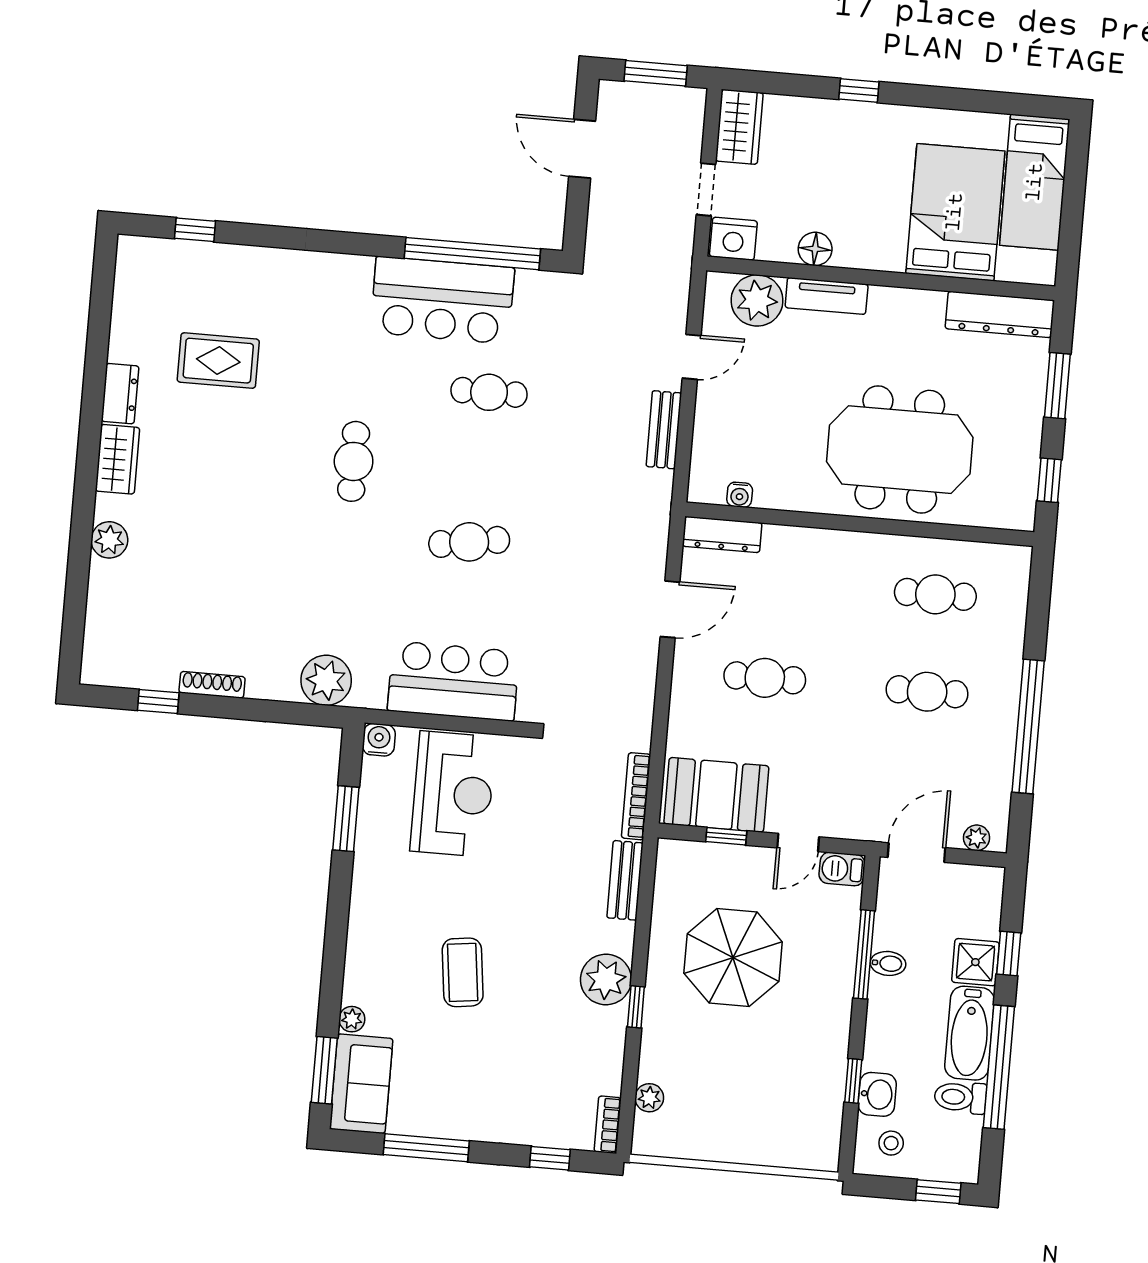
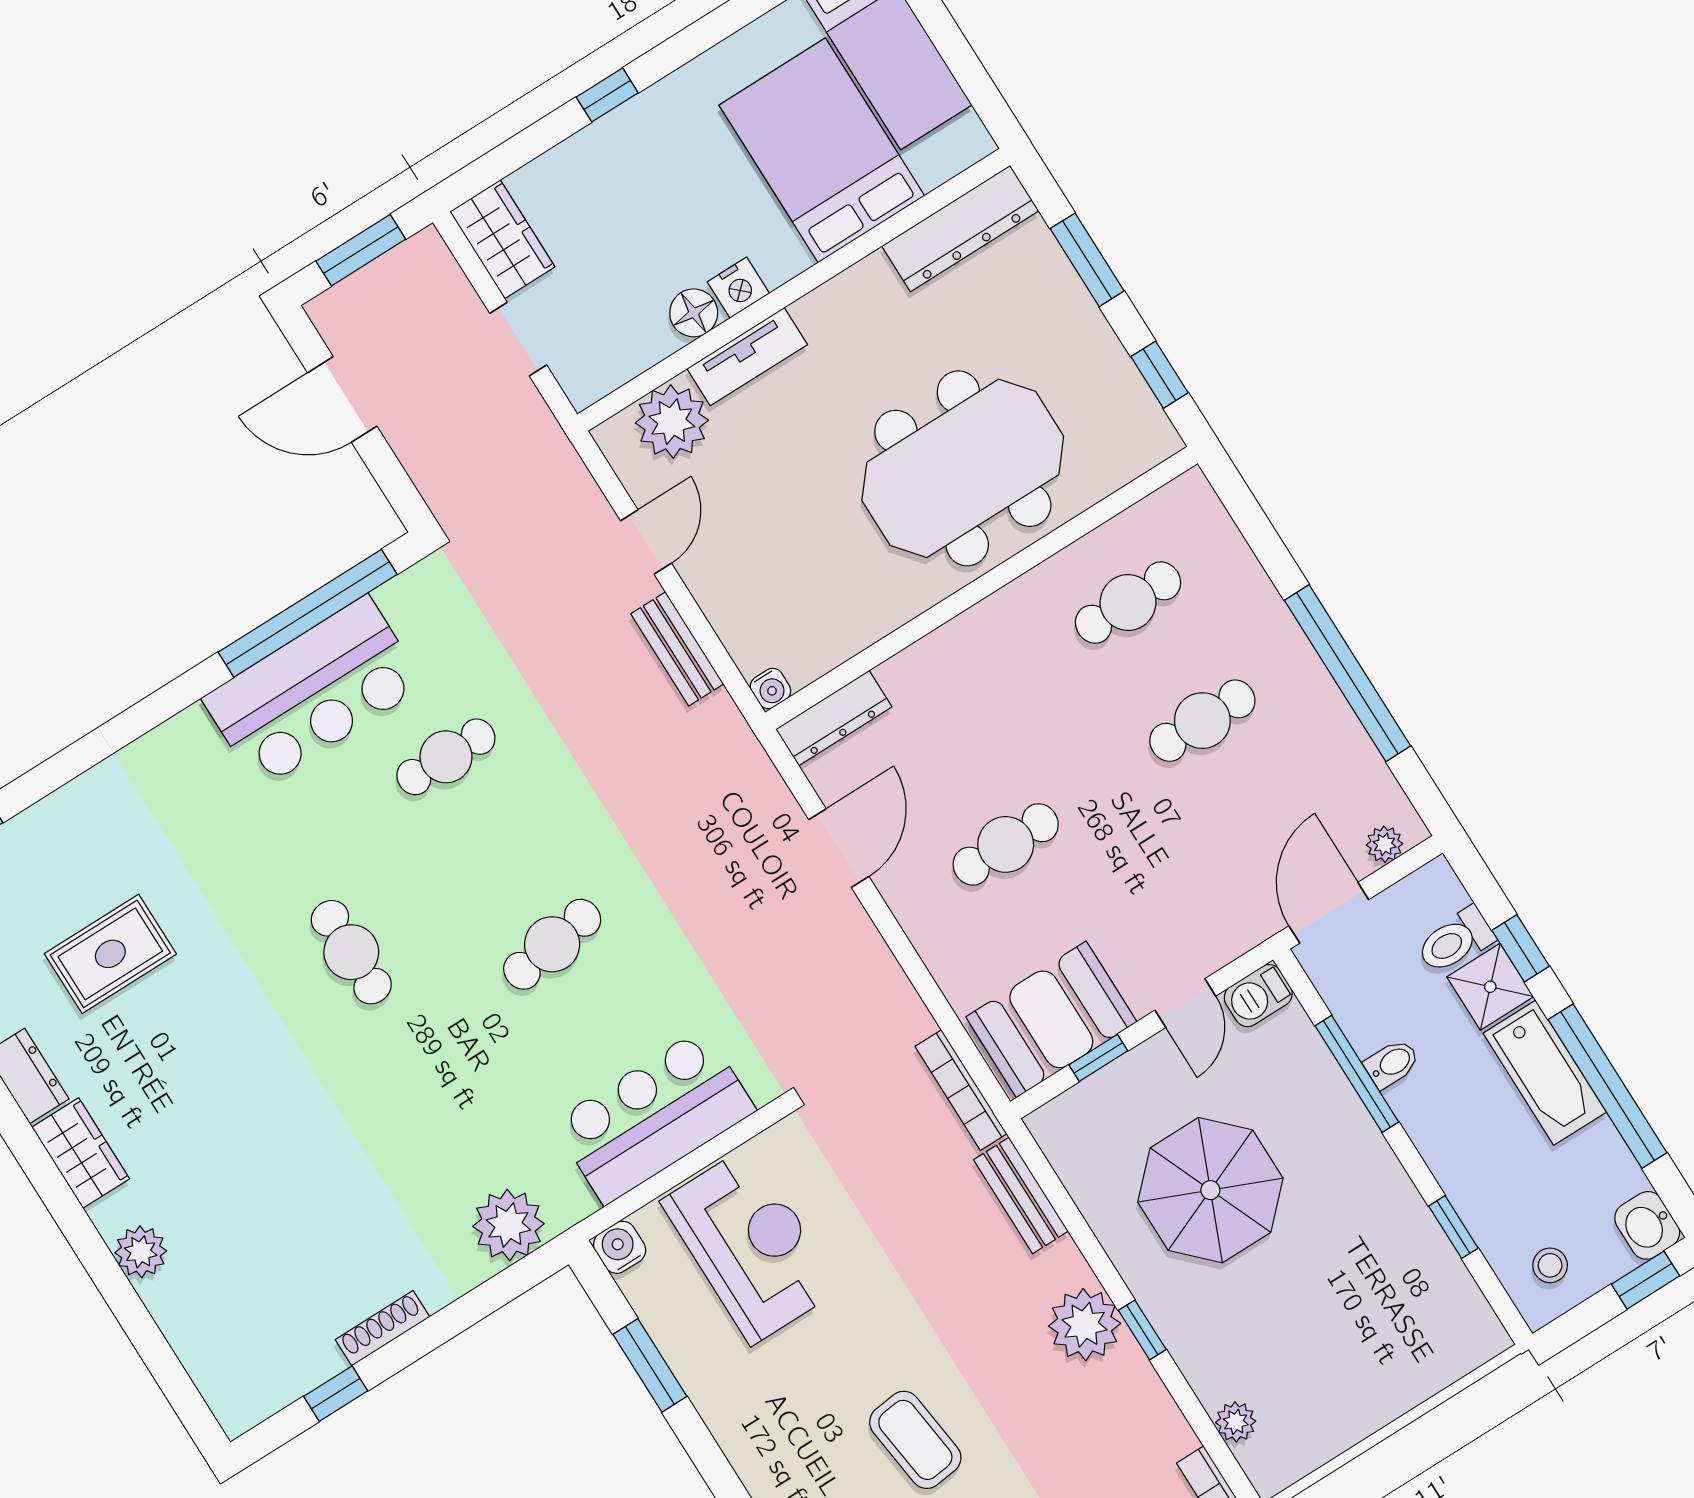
nightstand: (733, 239) -> (738, 288), moved, width x0.74, depth x0.75
water cooler: (740, 495) -> (771, 688), moved
washbasin: (877, 1094) -> (1647, 1225), moved, turned 180
toilet: (960, 1097) -> (1455, 941), moved

